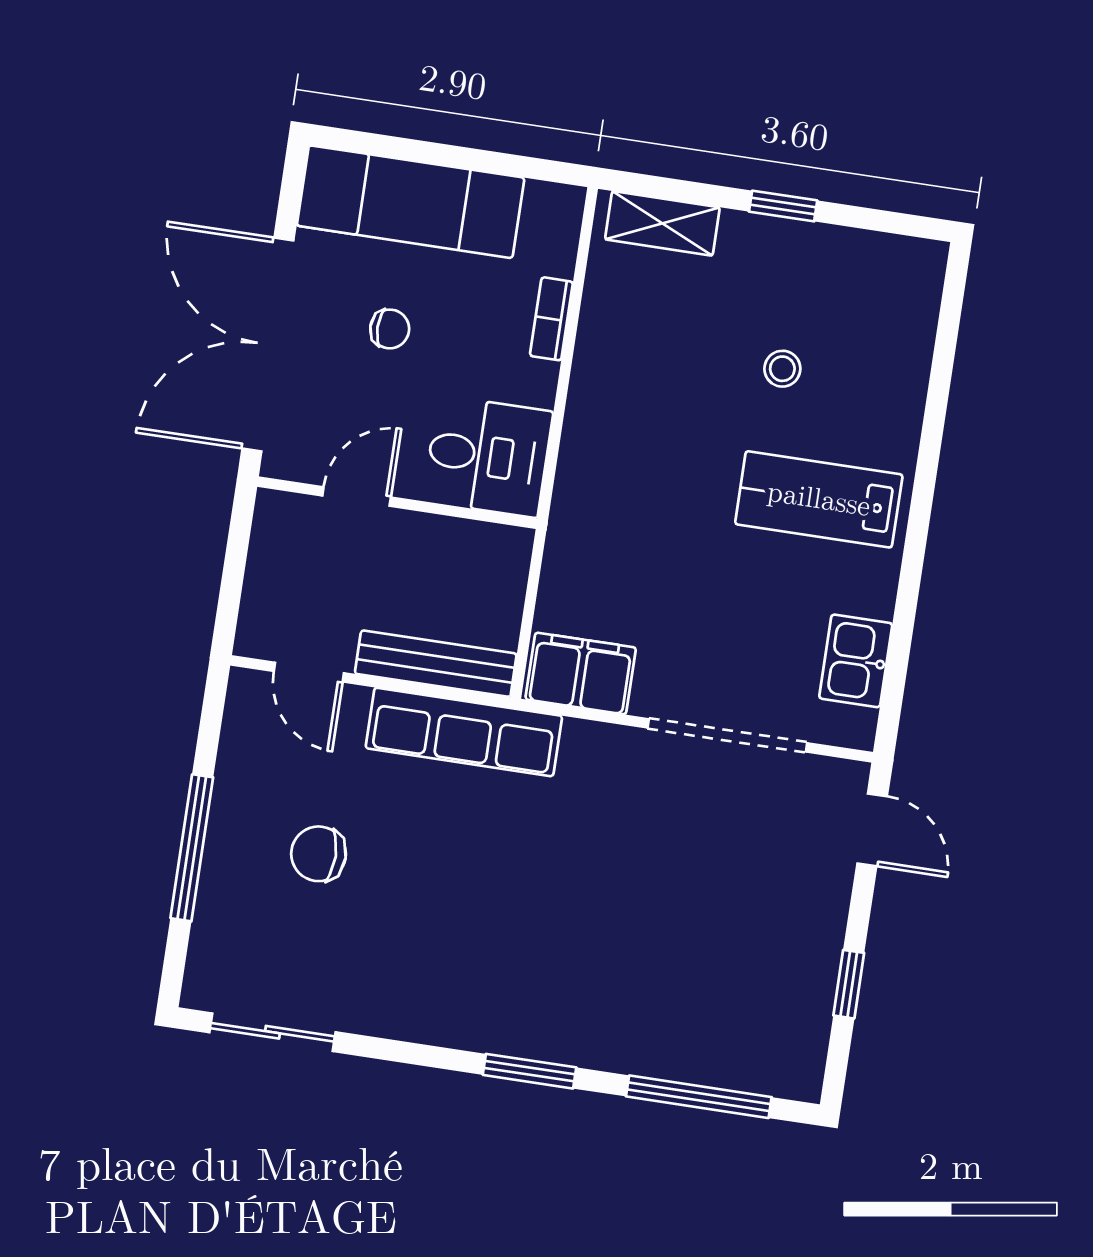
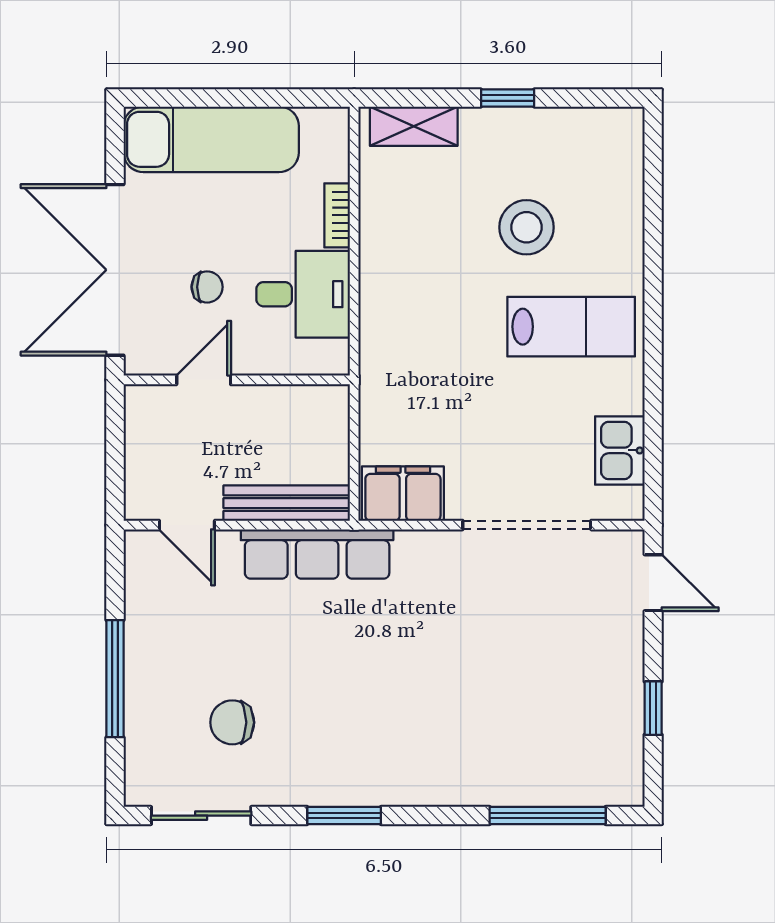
chair: (390, 329) -> (207, 287), moved
stool: (782, 369) -> (526, 227), width x1.89, depth x1.89
desk: (488, 456) -> (303, 294), moved
lab bench: (819, 499) -> (571, 327), turned 180
chair: (319, 854) -> (232, 722), moved
window: (530, 1071) -> (344, 816), moved

